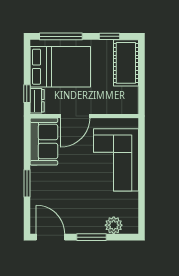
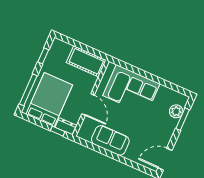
cot: (126, 63) -> (86, 61), moved
sofa: (44, 142) -> (110, 140), moved
window: (27, 183) -> (120, 159), removed
window: (91, 237) -> (183, 119), moved

